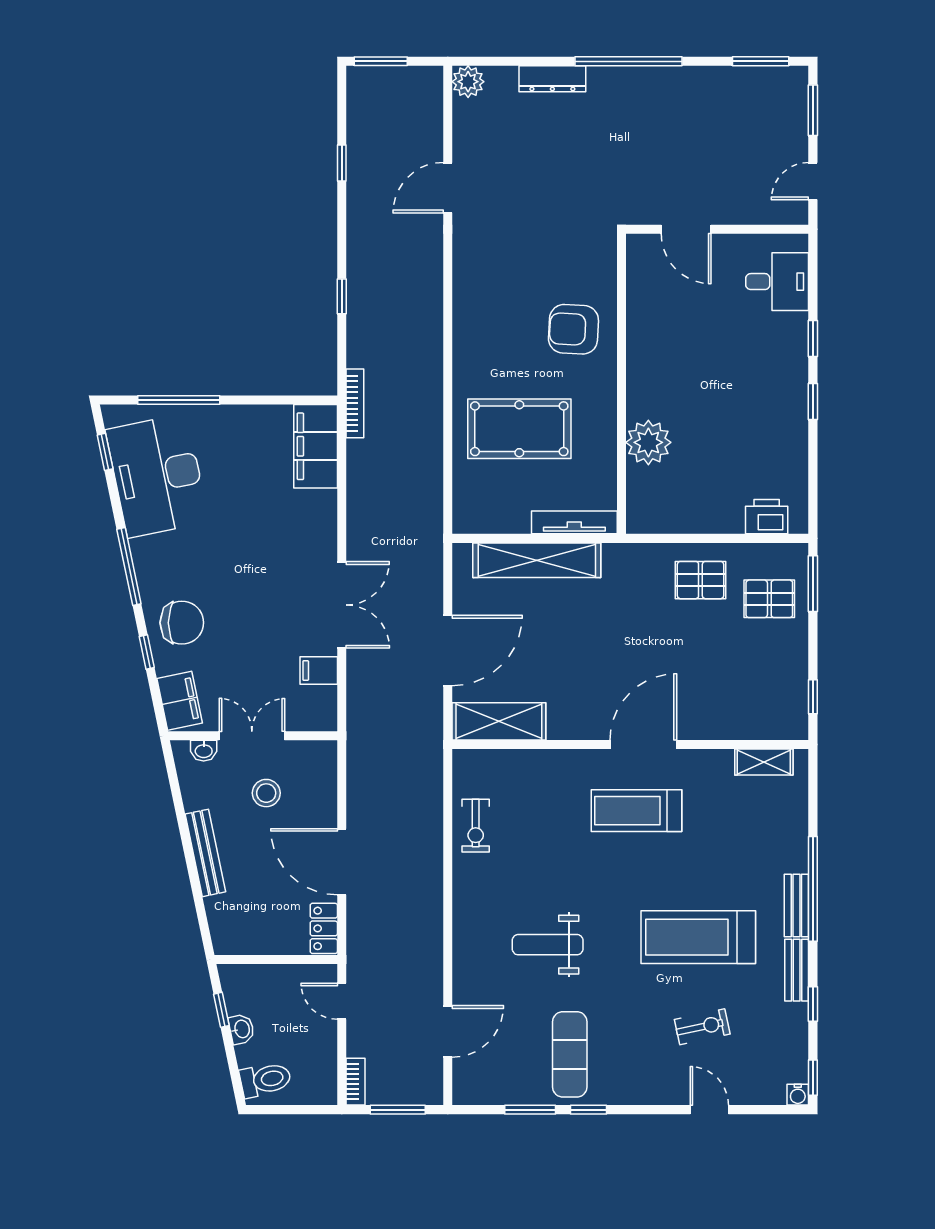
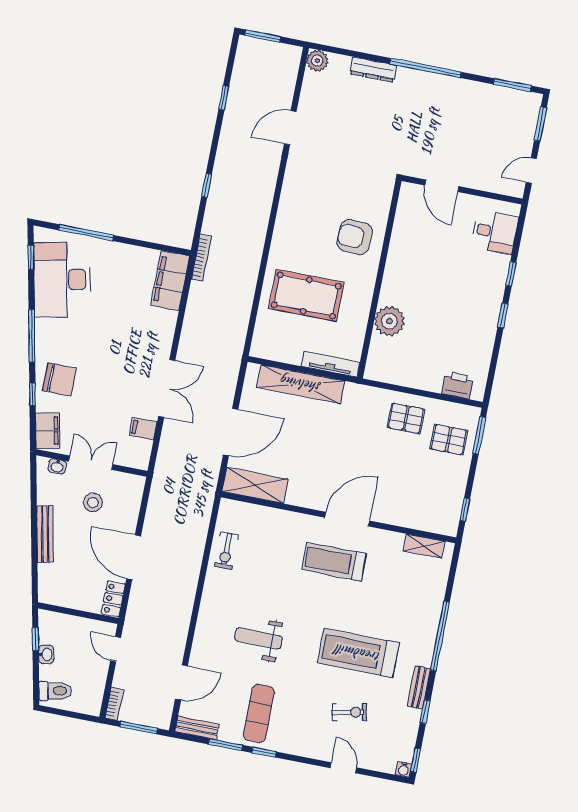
bench: (796, 905) -> (197, 728), moved, turned 90

